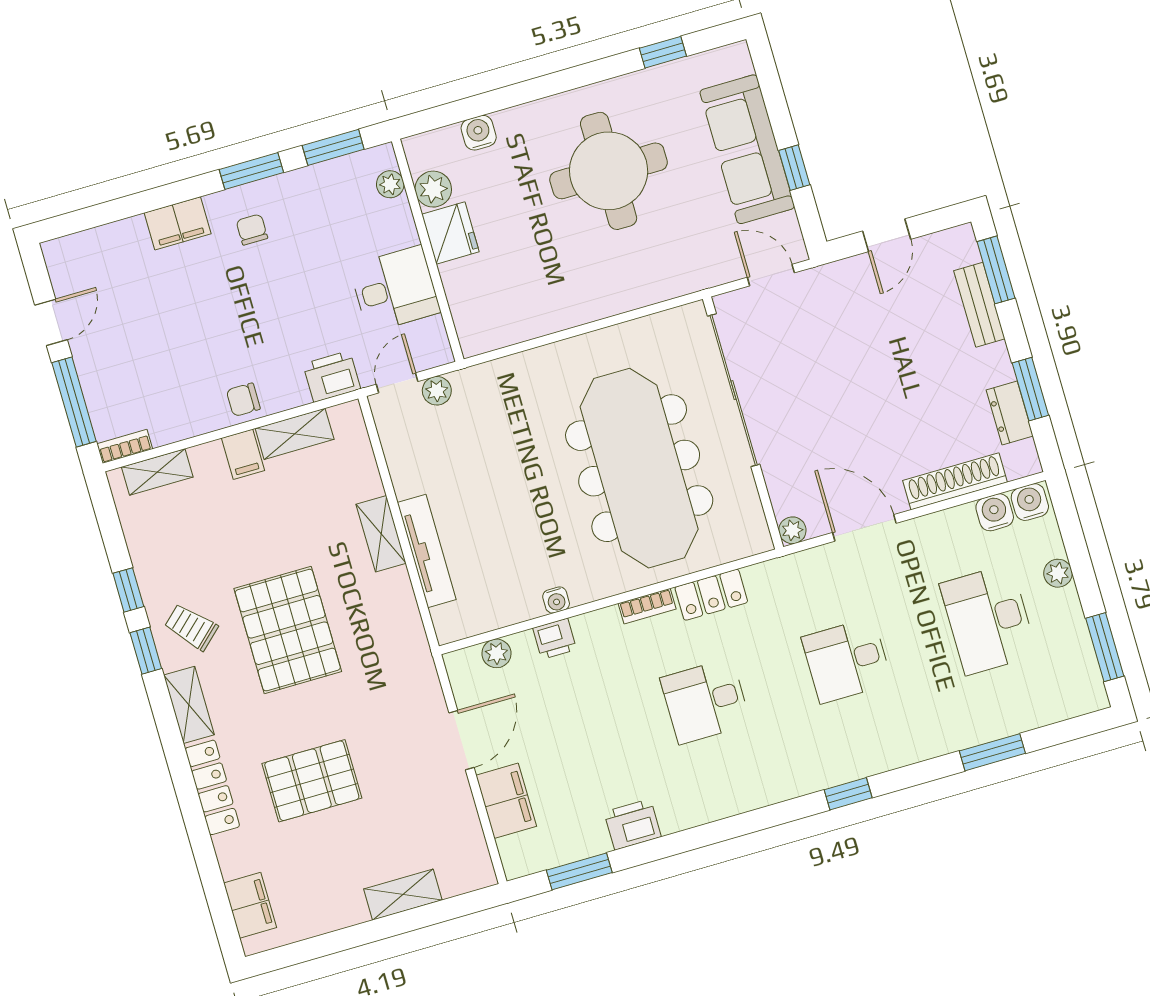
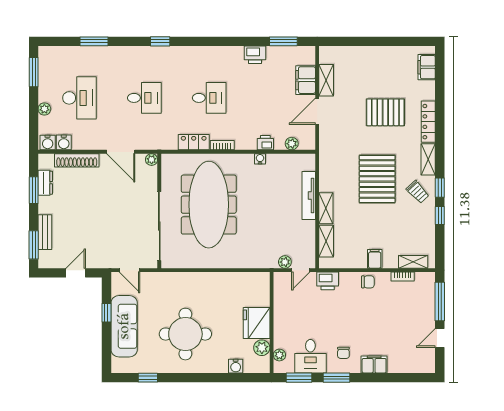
fridge: (450, 233) -> (257, 323), width x1.36, depth x1.34
desk: (395, 289) -> (310, 356), moved, turned -90
shelving: (295, 434) -> (326, 241), moved, turned 90
bookcase: (125, 446) -> (403, 277), moved
shelving: (403, 895) -> (326, 80), moved, turned 90

